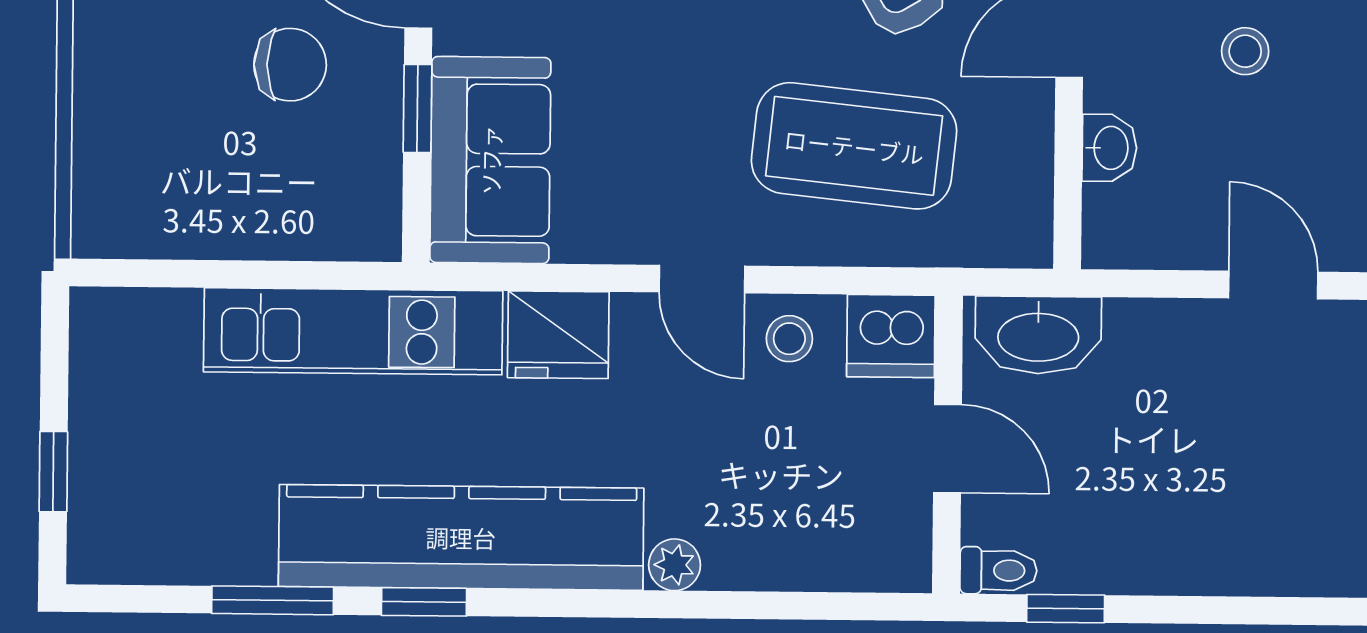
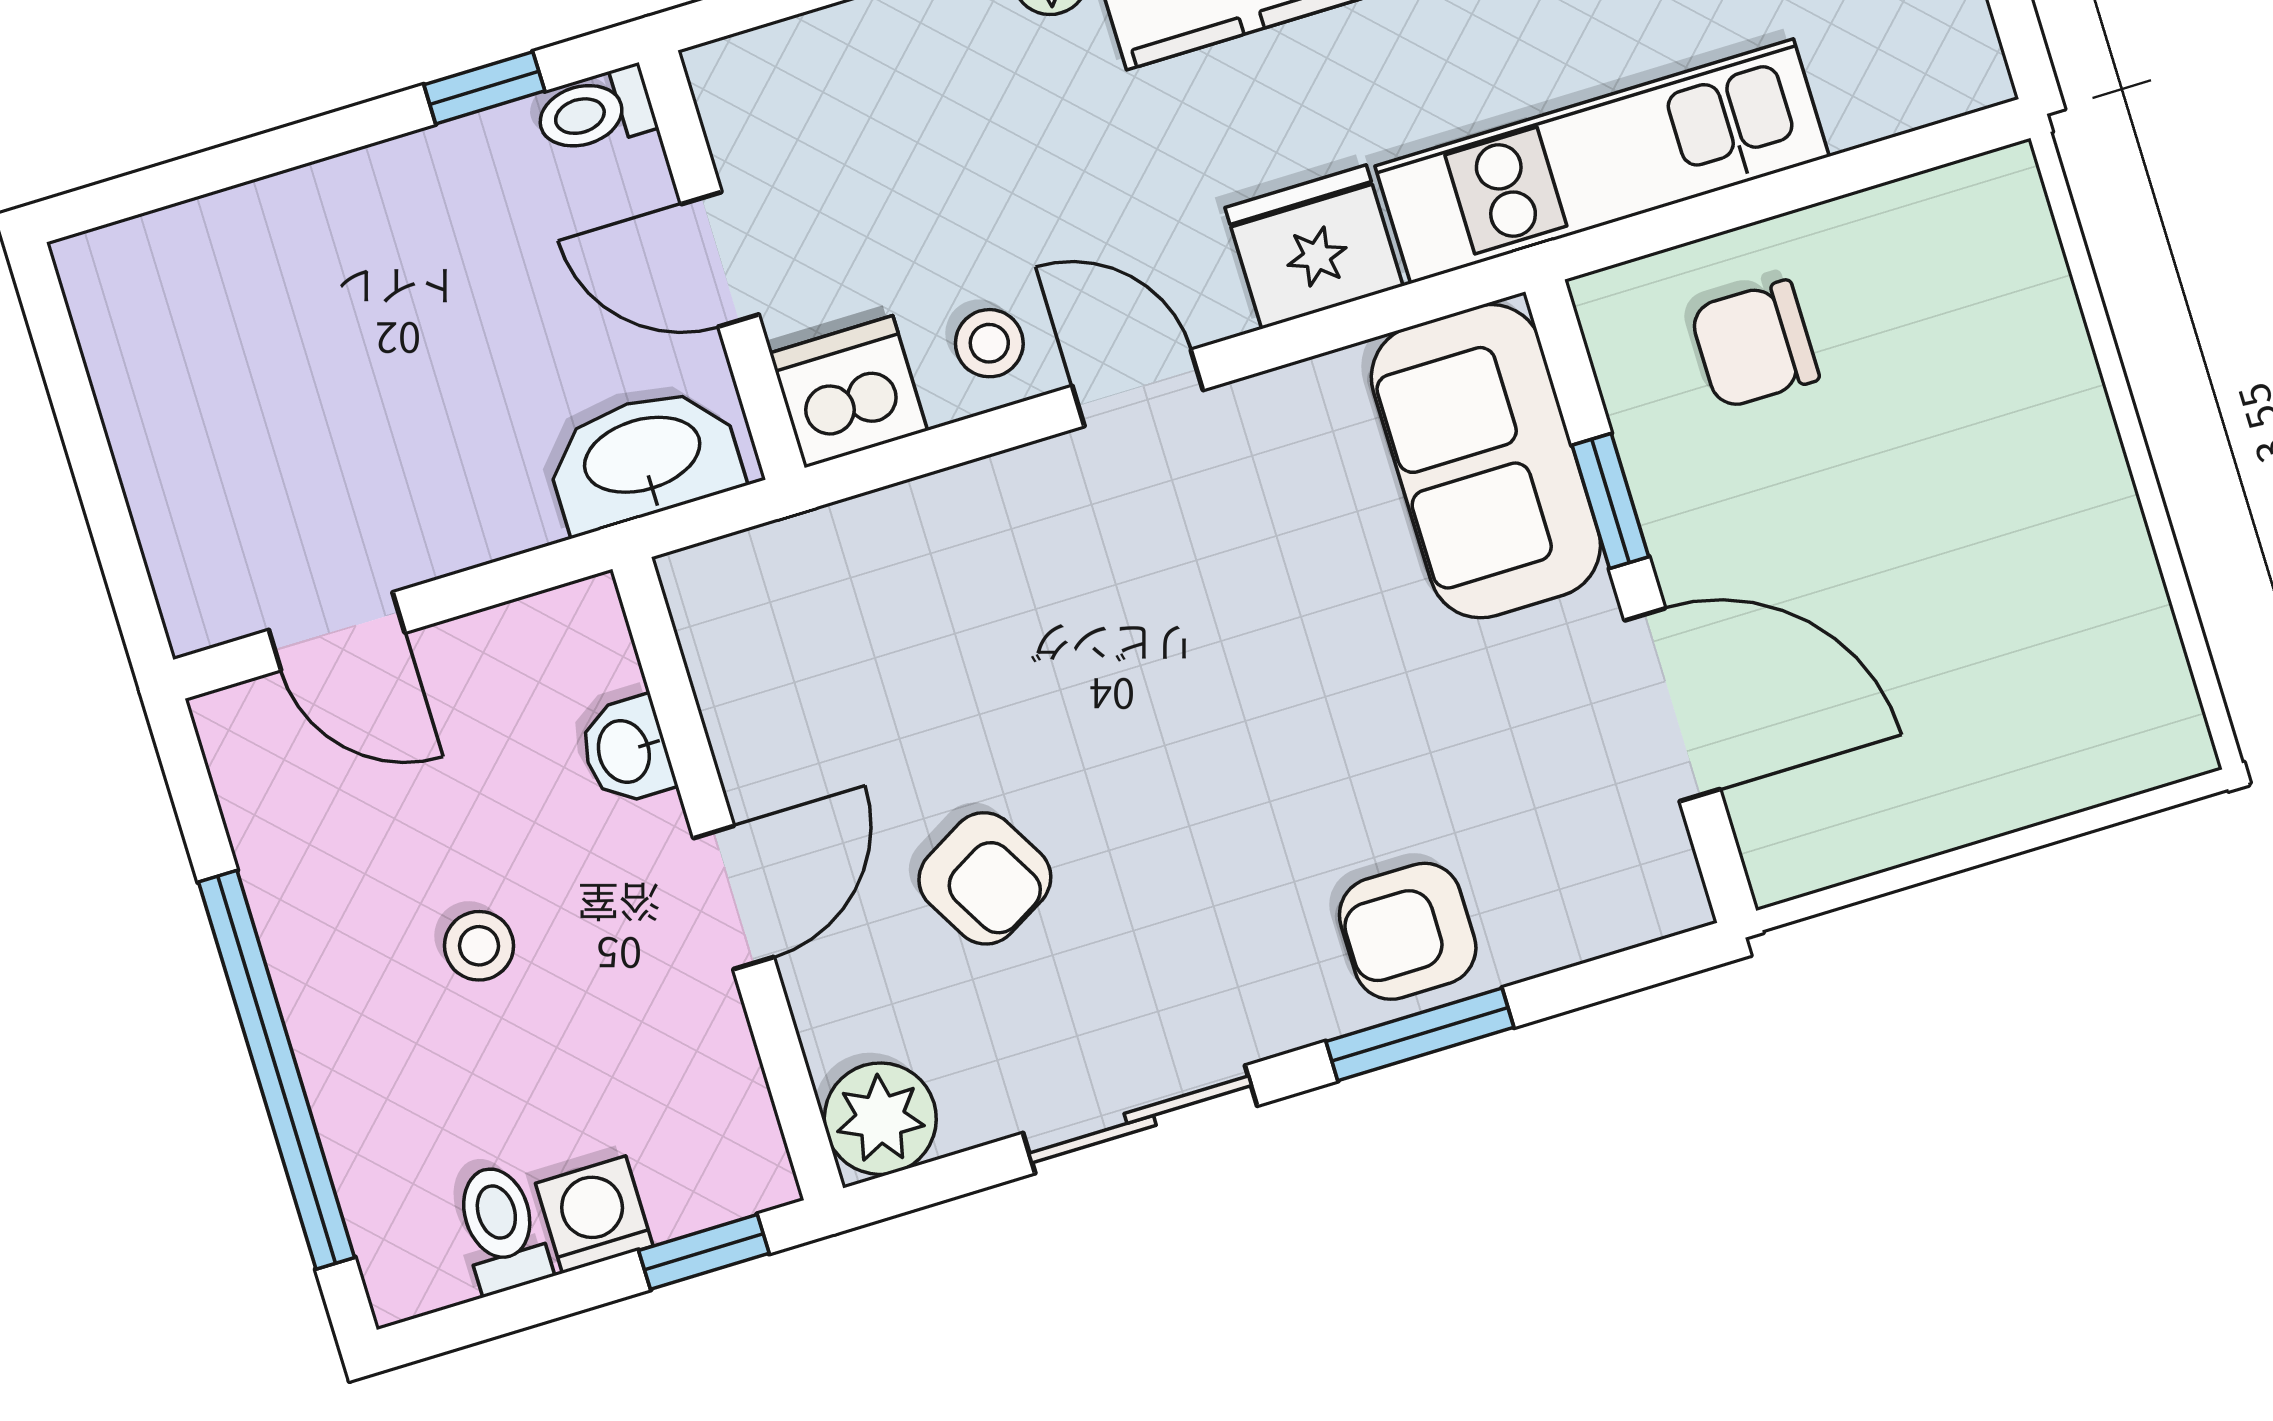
chair: (290, 65) -> (1754, 344), moved
coffee table: (854, 146) -> (984, 641), removed

